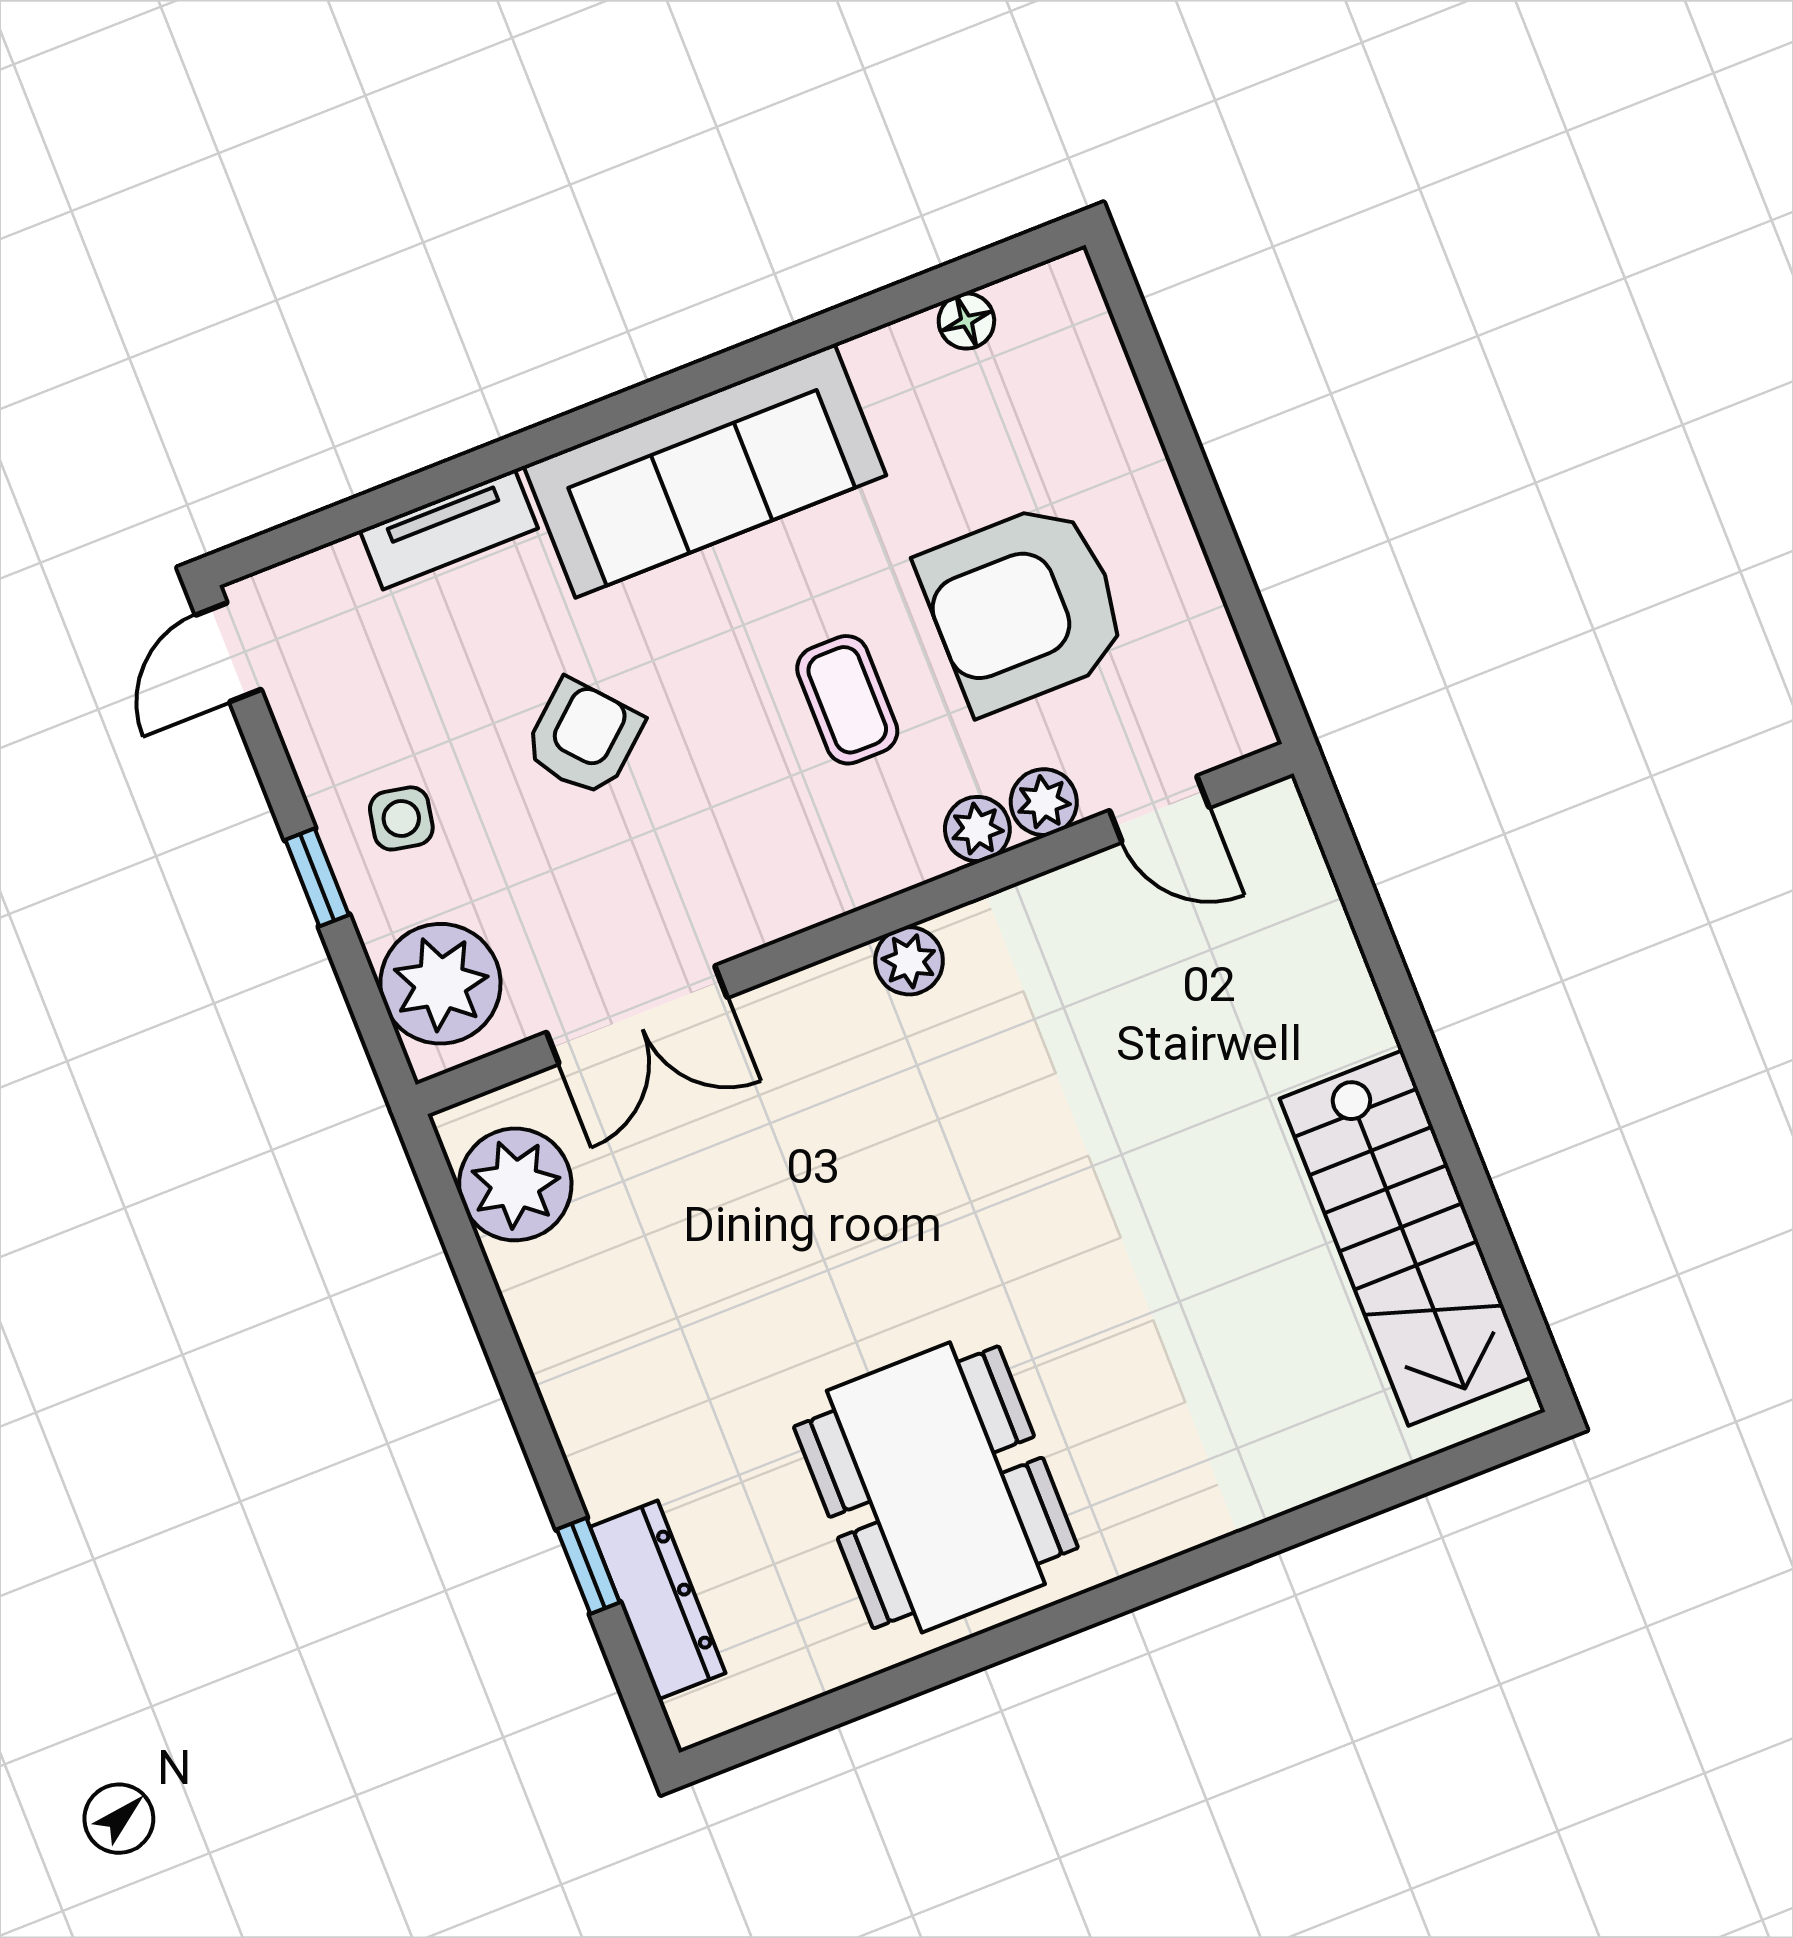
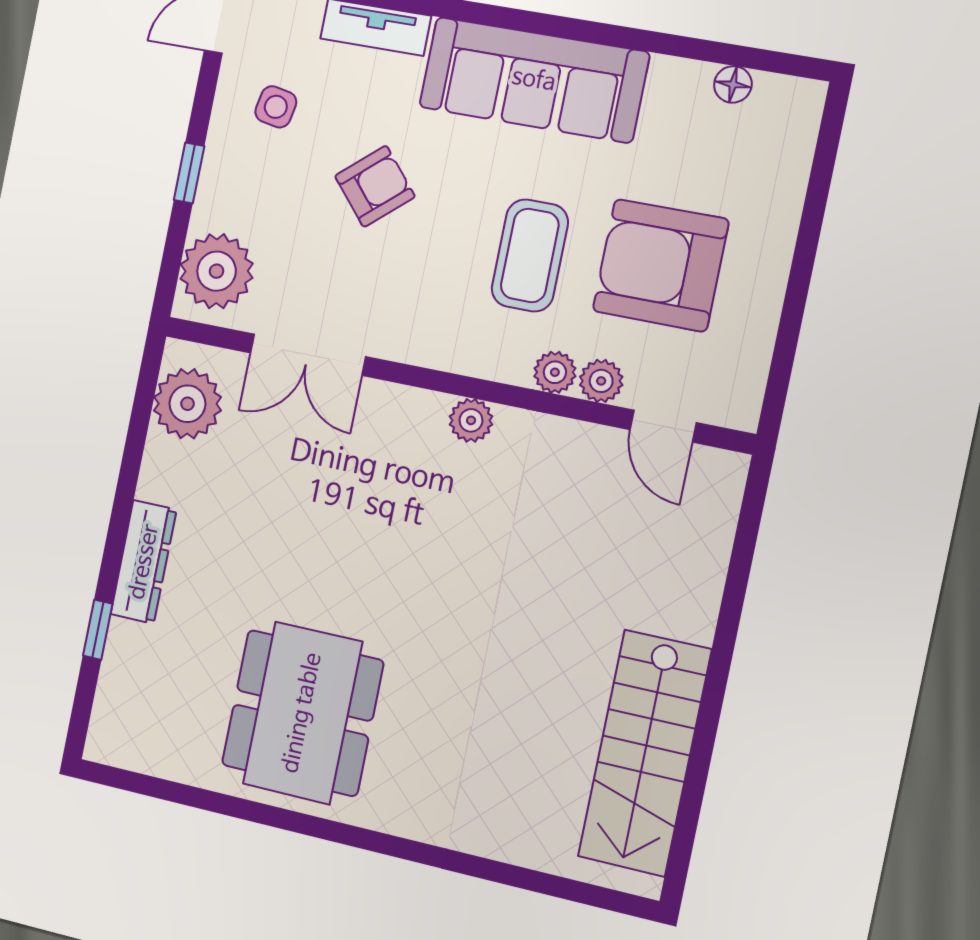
coffee table: (847, 700) -> (530, 255), width x1.36, depth x1.30
side table: (401, 818) -> (276, 107), moved
dresser: (658, 1600) -> (144, 562), moved

